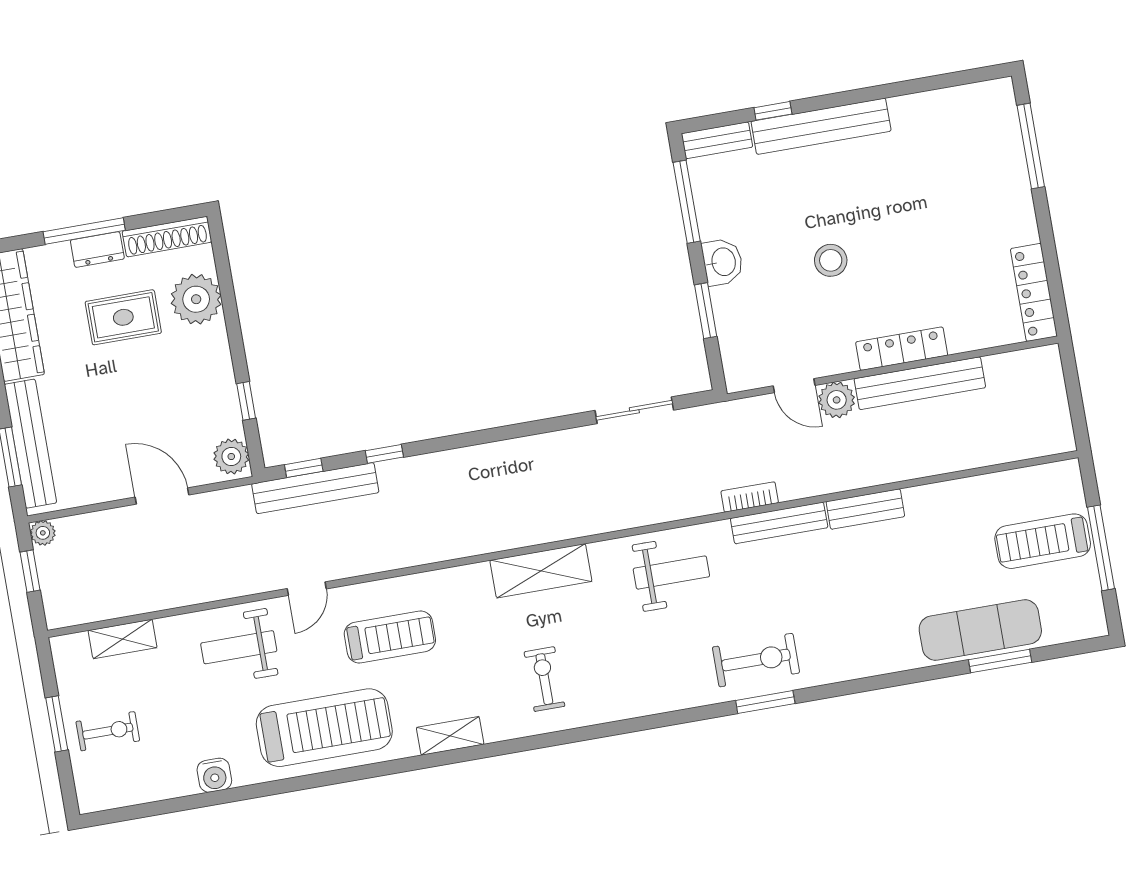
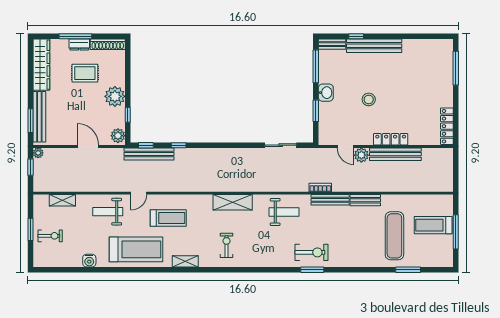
plant: (196, 299) -> (115, 96), moved
exercise mat: (980, 630) -> (394, 236), moved, turned 90

